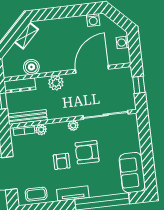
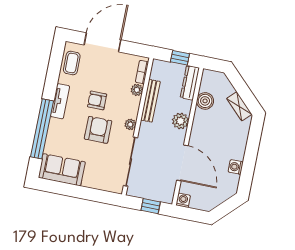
washing machine: (93, 20) -> (236, 167), moved
washing machine: (123, 42) -> (183, 200), moved
bench: (27, 117) -> (150, 101), moved

